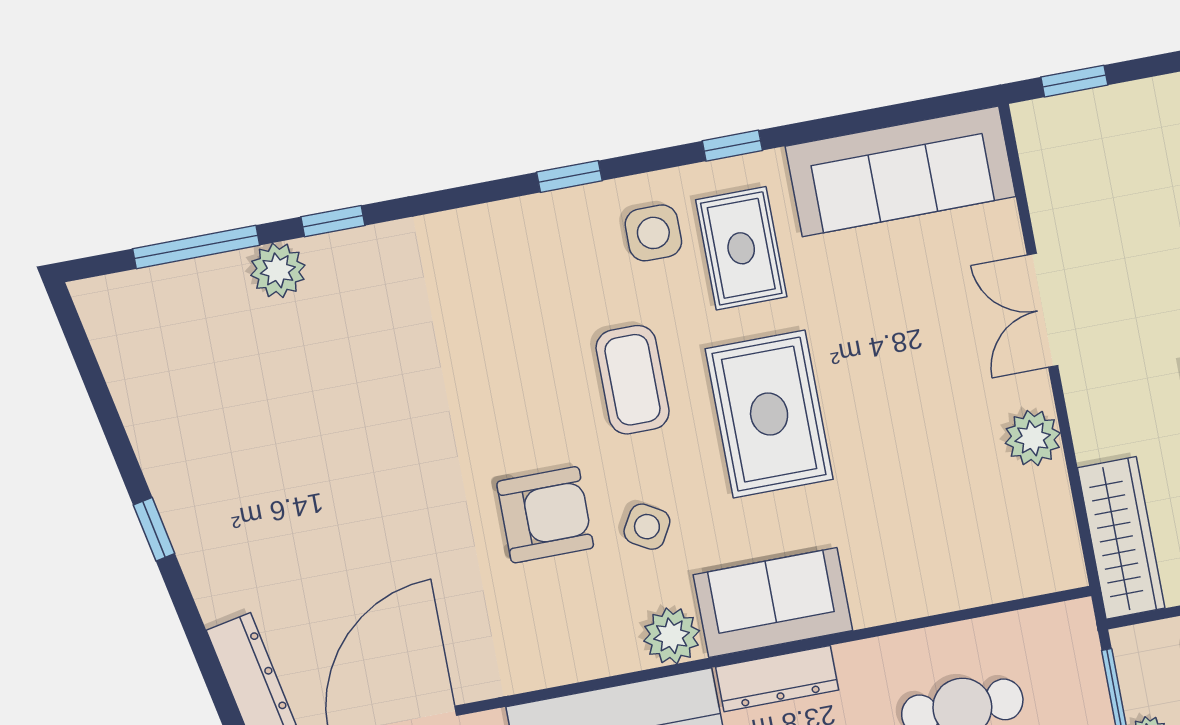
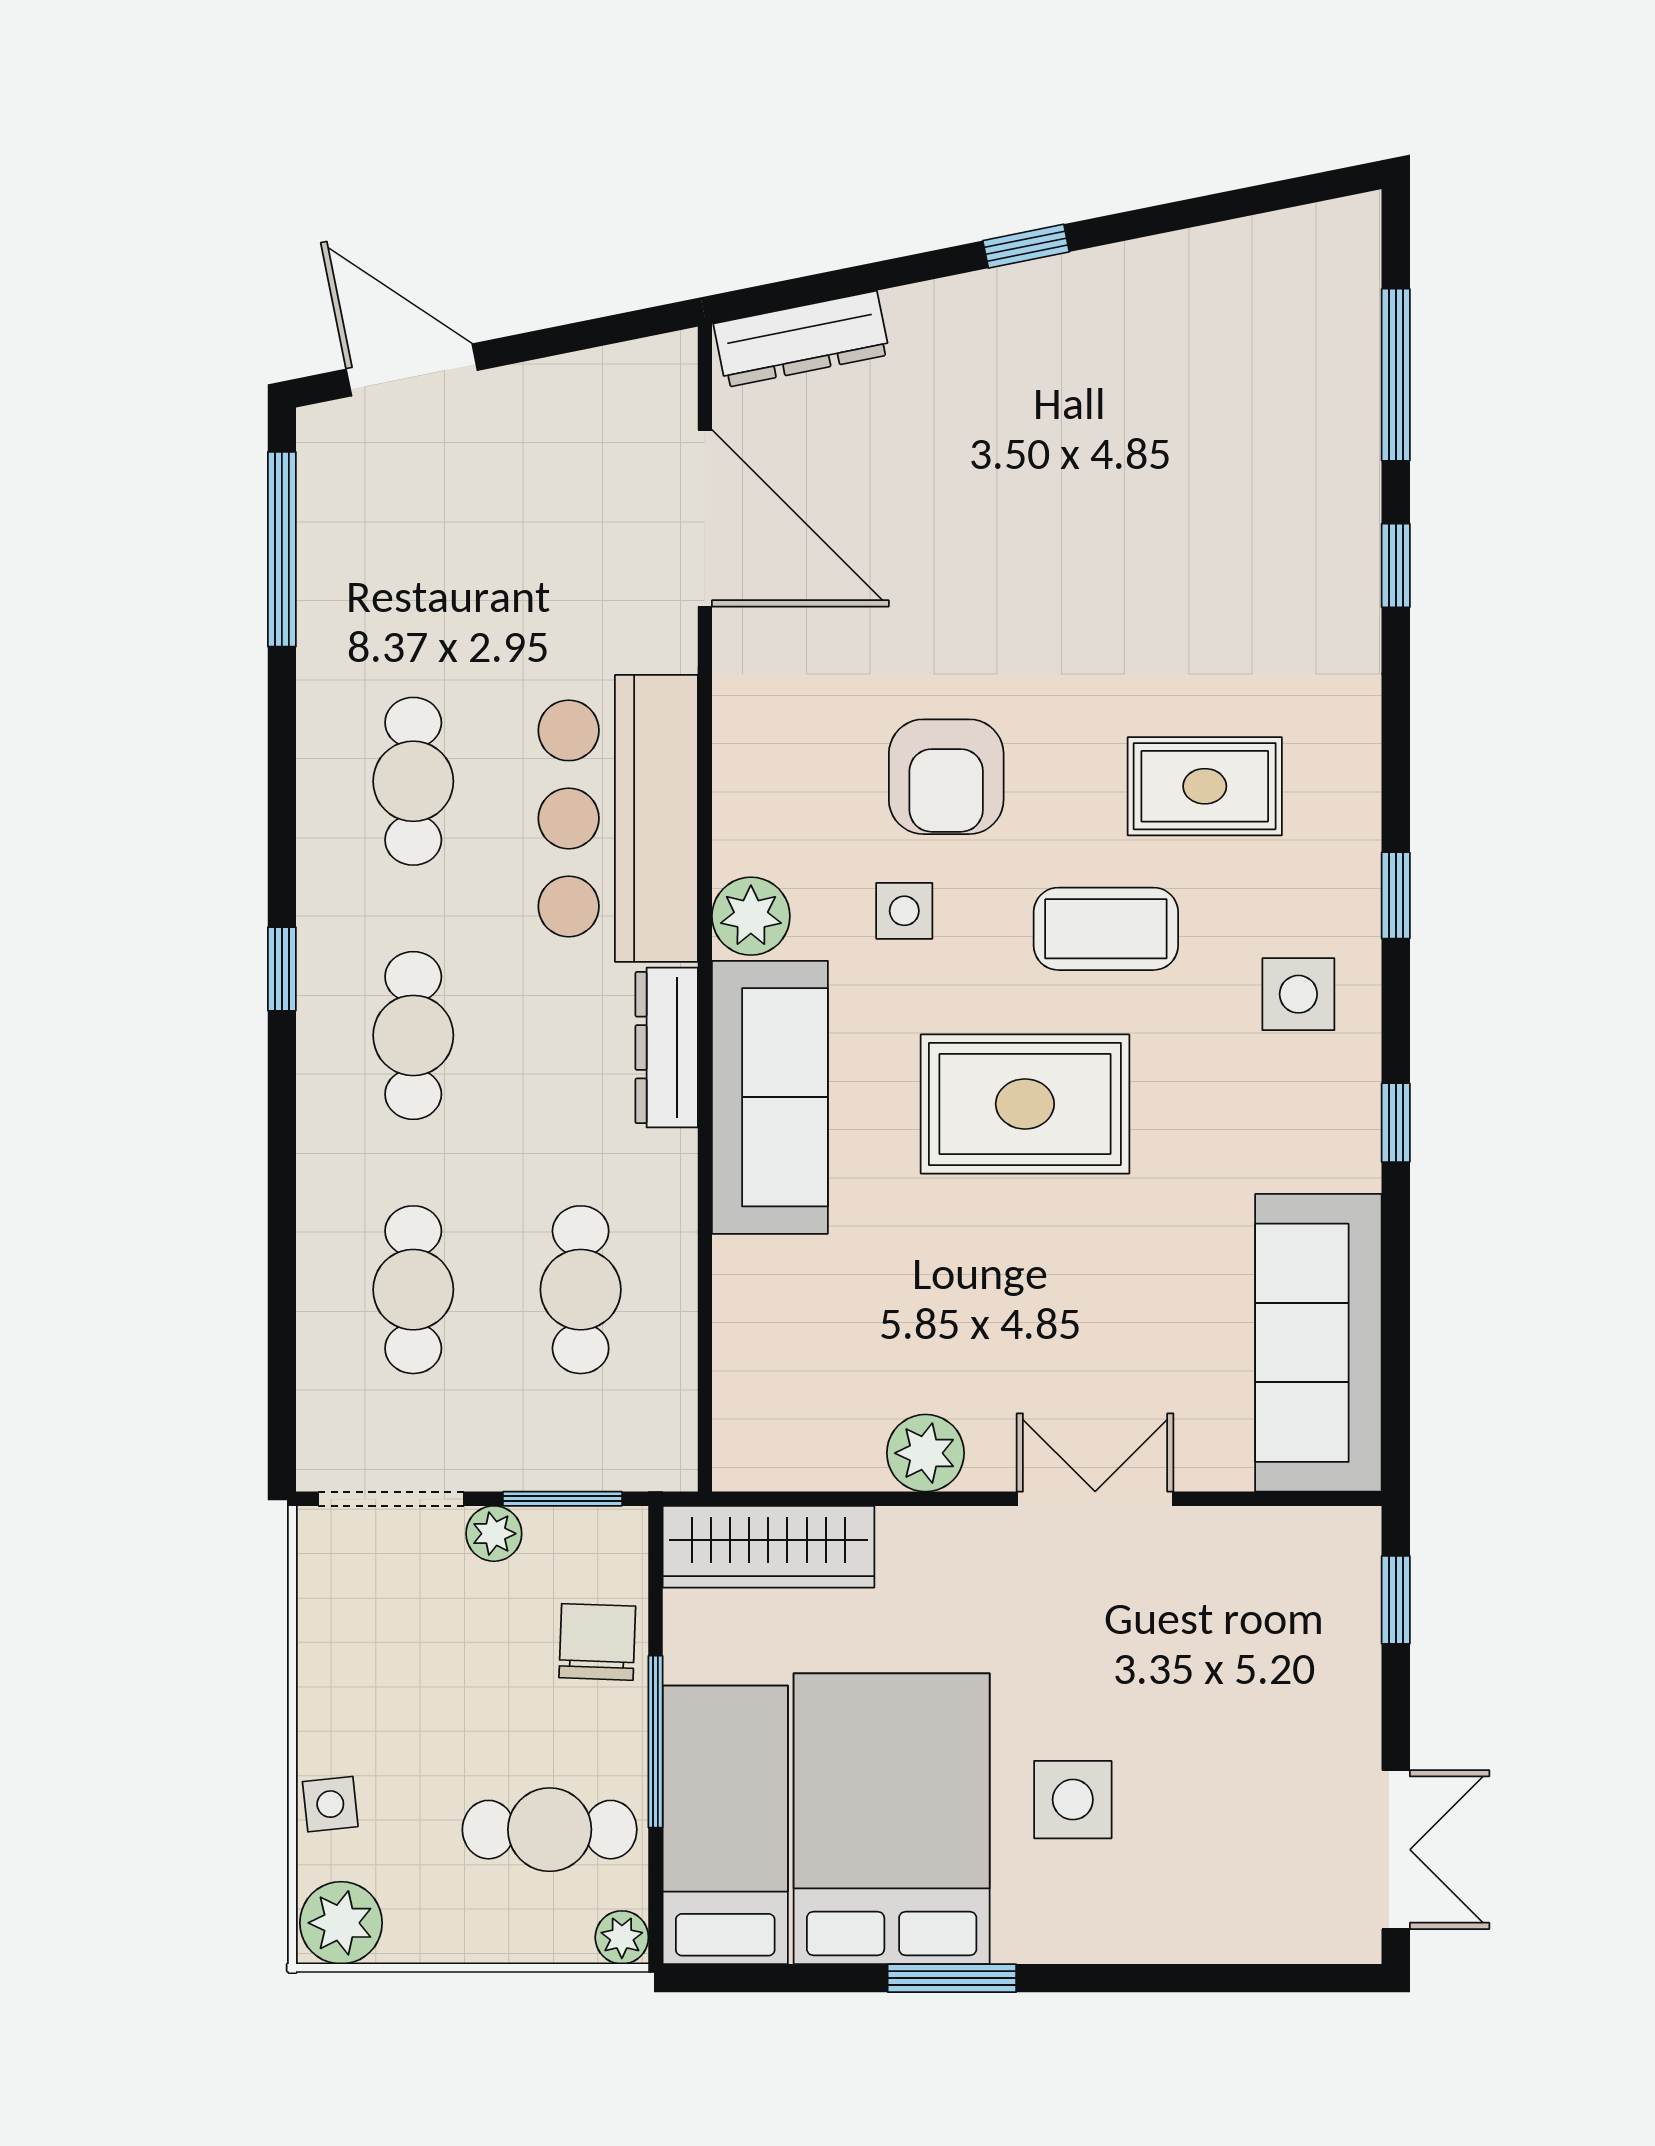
rug: (741, 248) -> (1205, 786), moved
plant: (278, 270) -> (1344, 479), removed
side table: (647, 527) -> (904, 911), turned -30
sofa: (773, 603) -> (770, 1097), width x1.36

